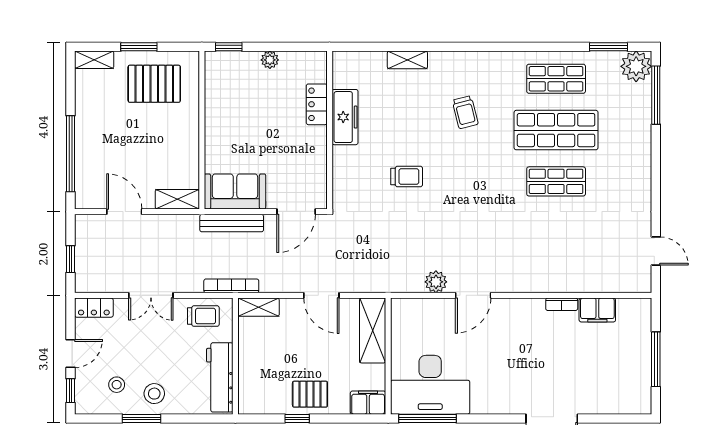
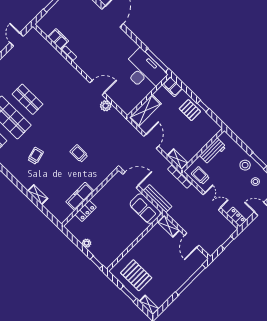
workbench: (220, 377) -> (213, 151), width x0.73

